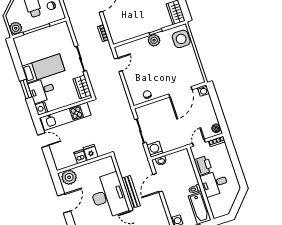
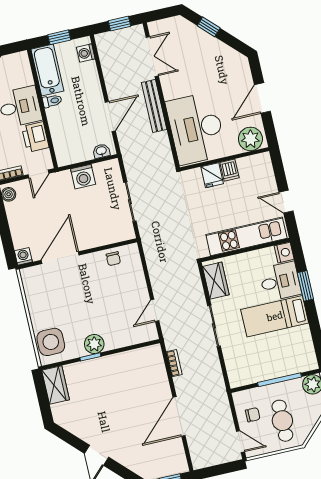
washing machine: (155, 149) -> (83, 177), moved
desk: (109, 196) -> (196, 128), moved

